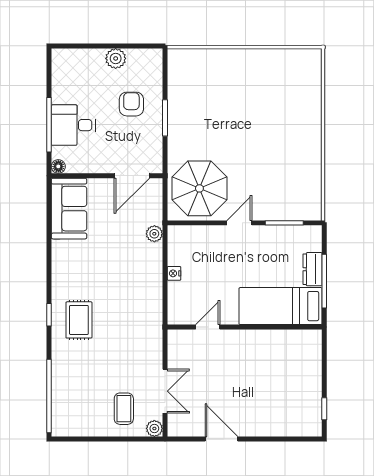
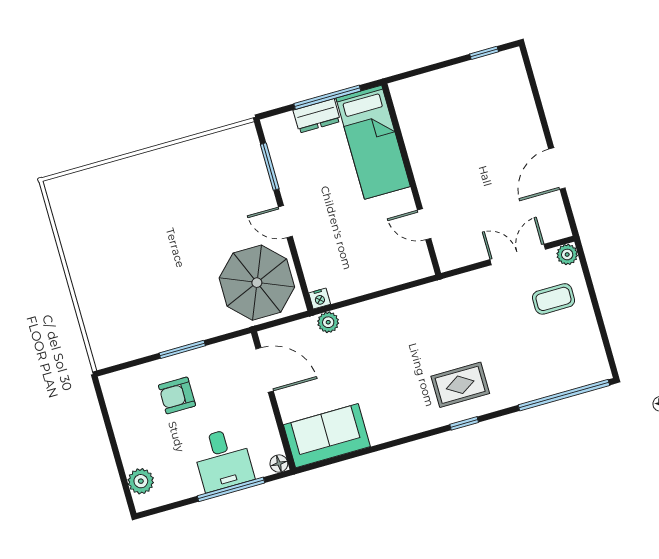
plant: (116, 58) -> (141, 481), moved
nightstand: (174, 273) -> (320, 299), moved

